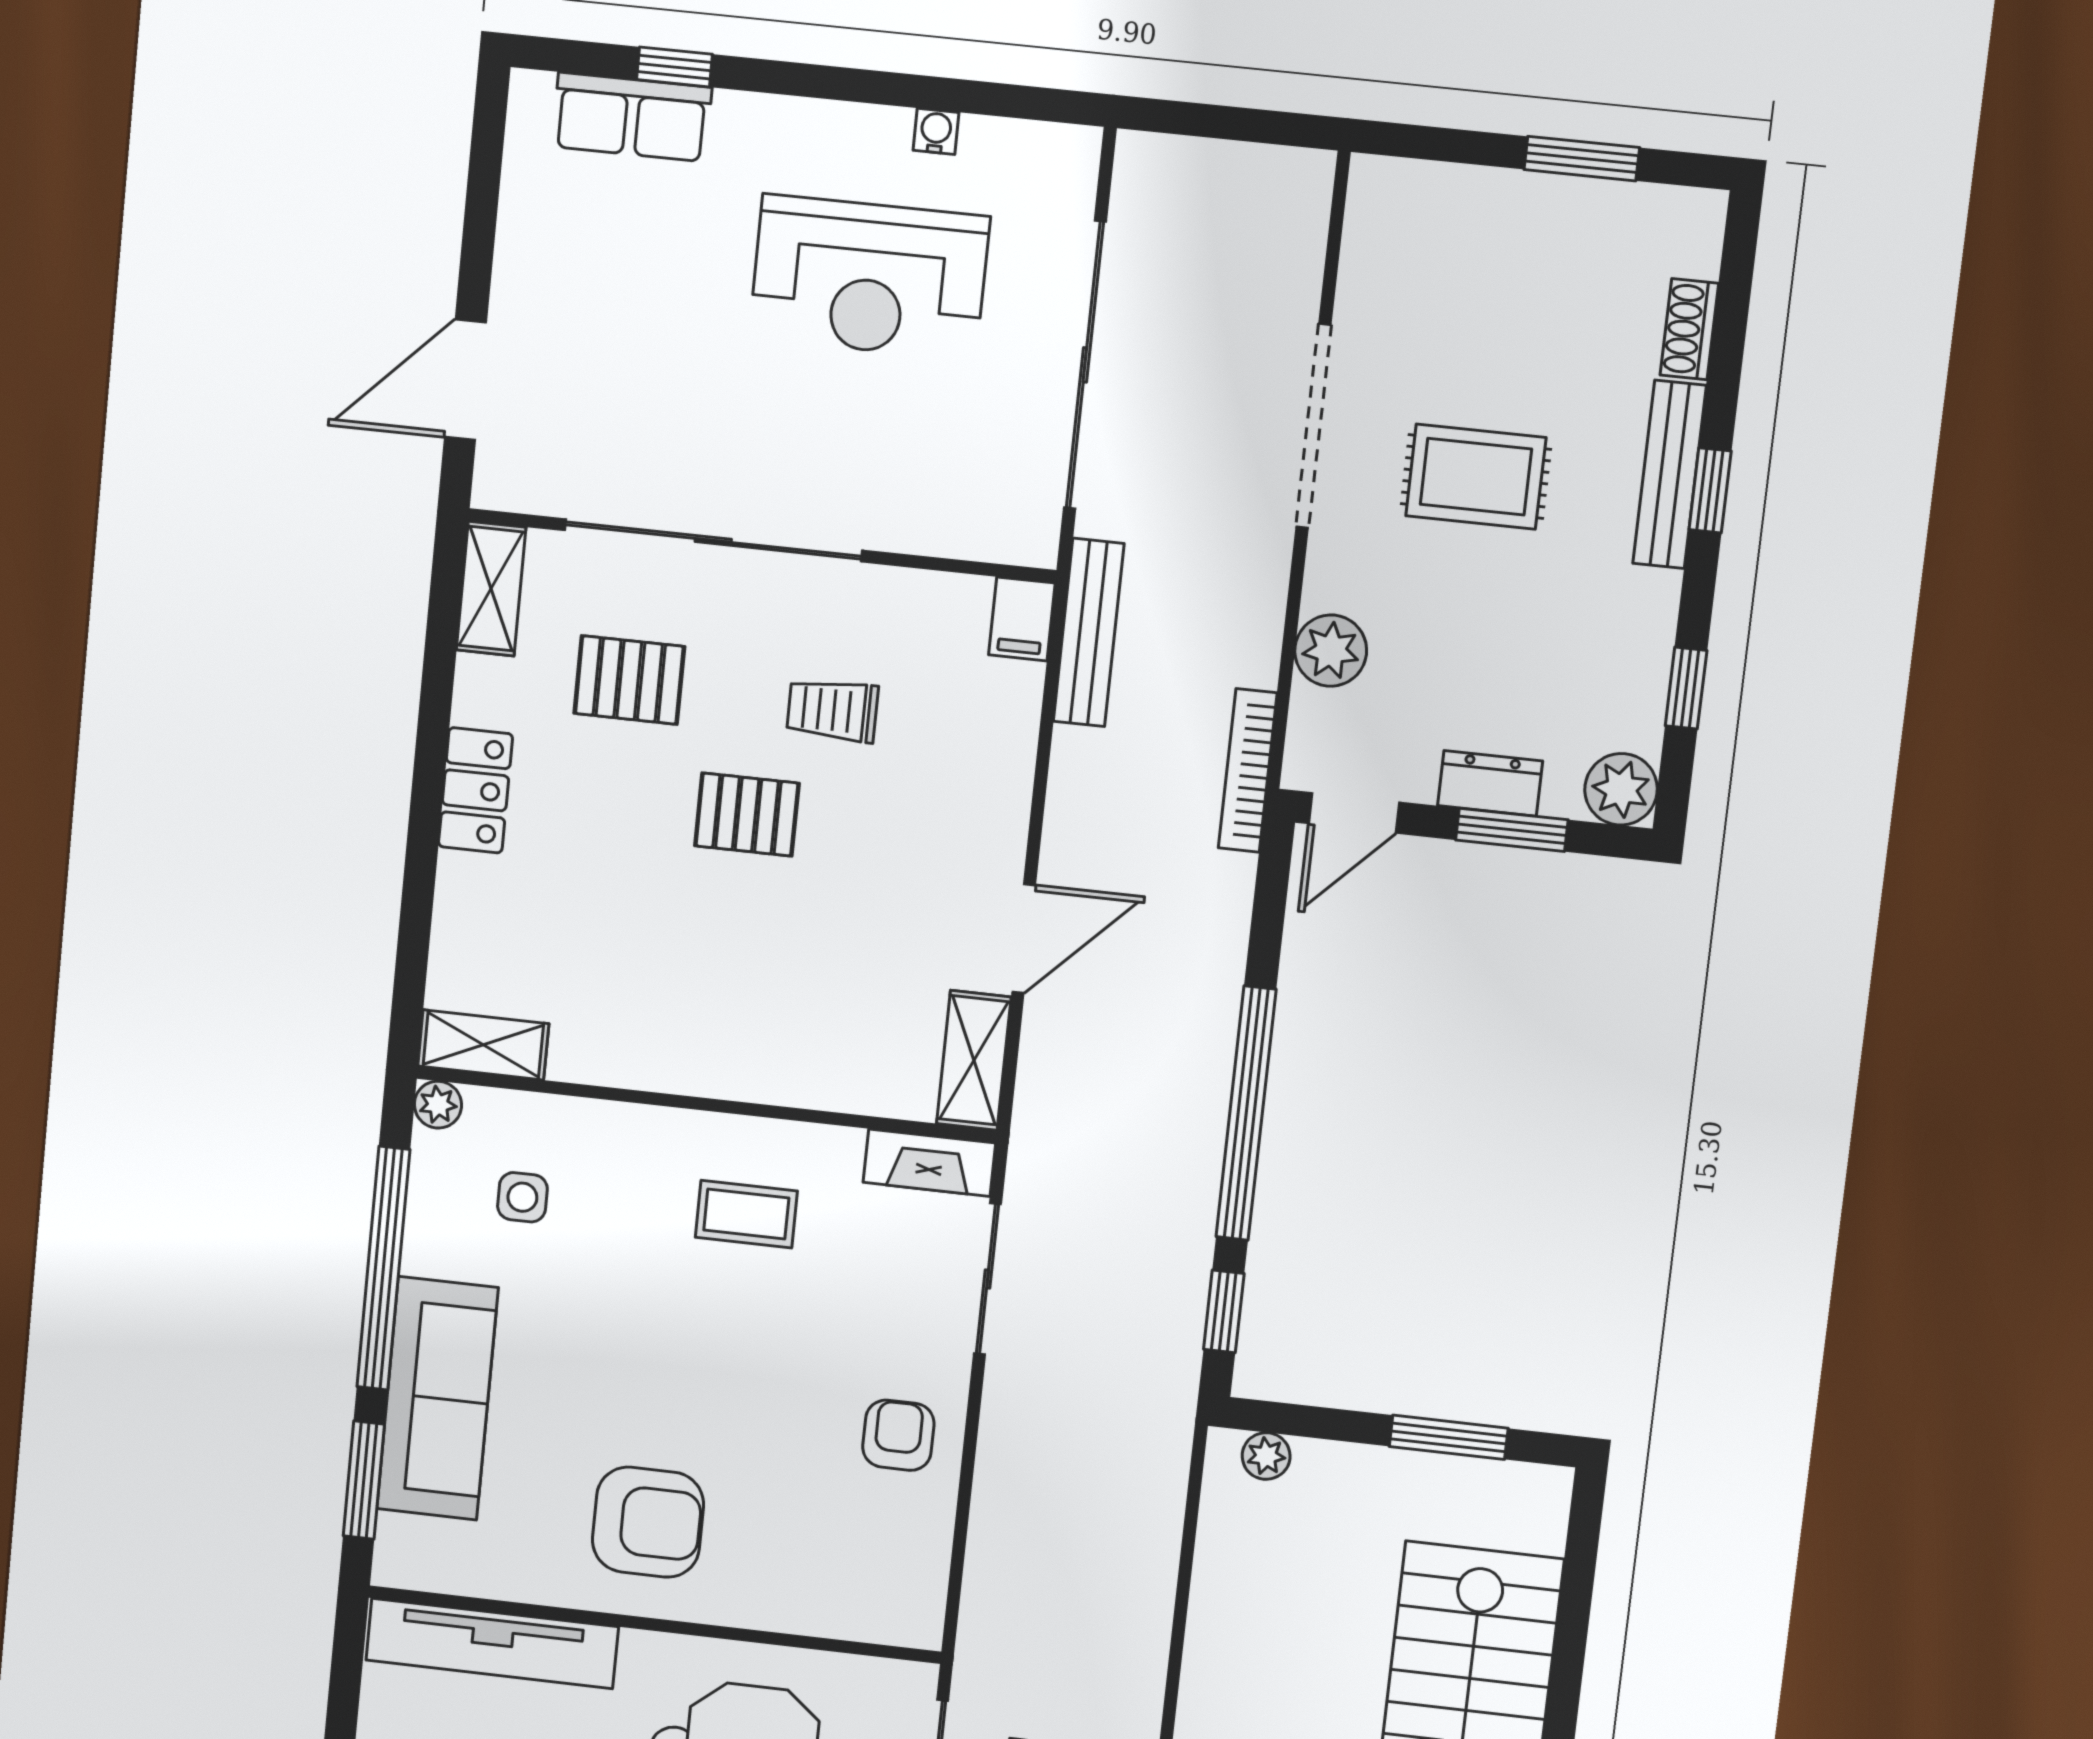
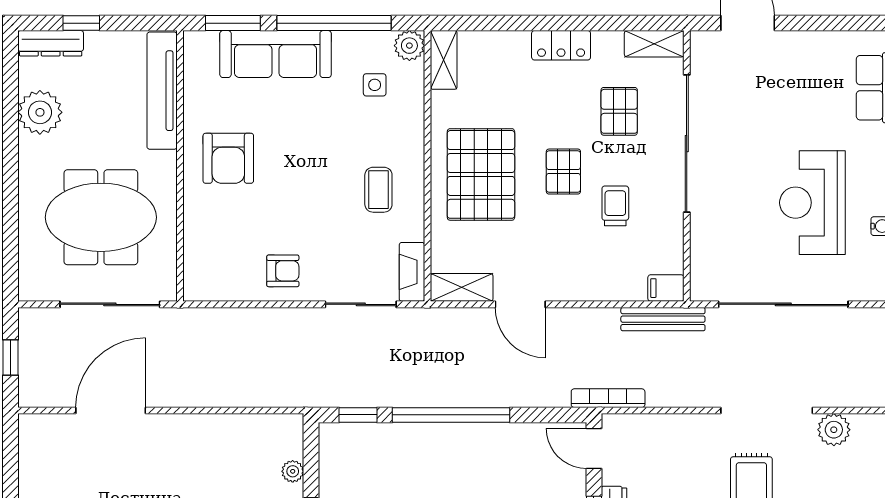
plant: (1331, 651) -> (834, 430), moved
pallet: (736, 992) -> (481, 174), added
plant: (438, 1105) -> (409, 46), width x1.38, depth x1.38
plant: (1266, 1456) -> (293, 471), moved

